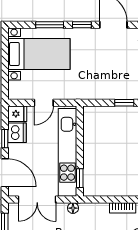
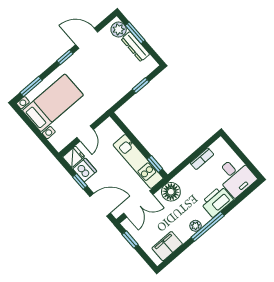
window: (50, 25) -> (31, 86), moved
kitchen unit: (67, 152) -> (138, 162), width x0.73
floor lamp: (73, 208) -> (171, 192), width x1.89, depth x1.89

